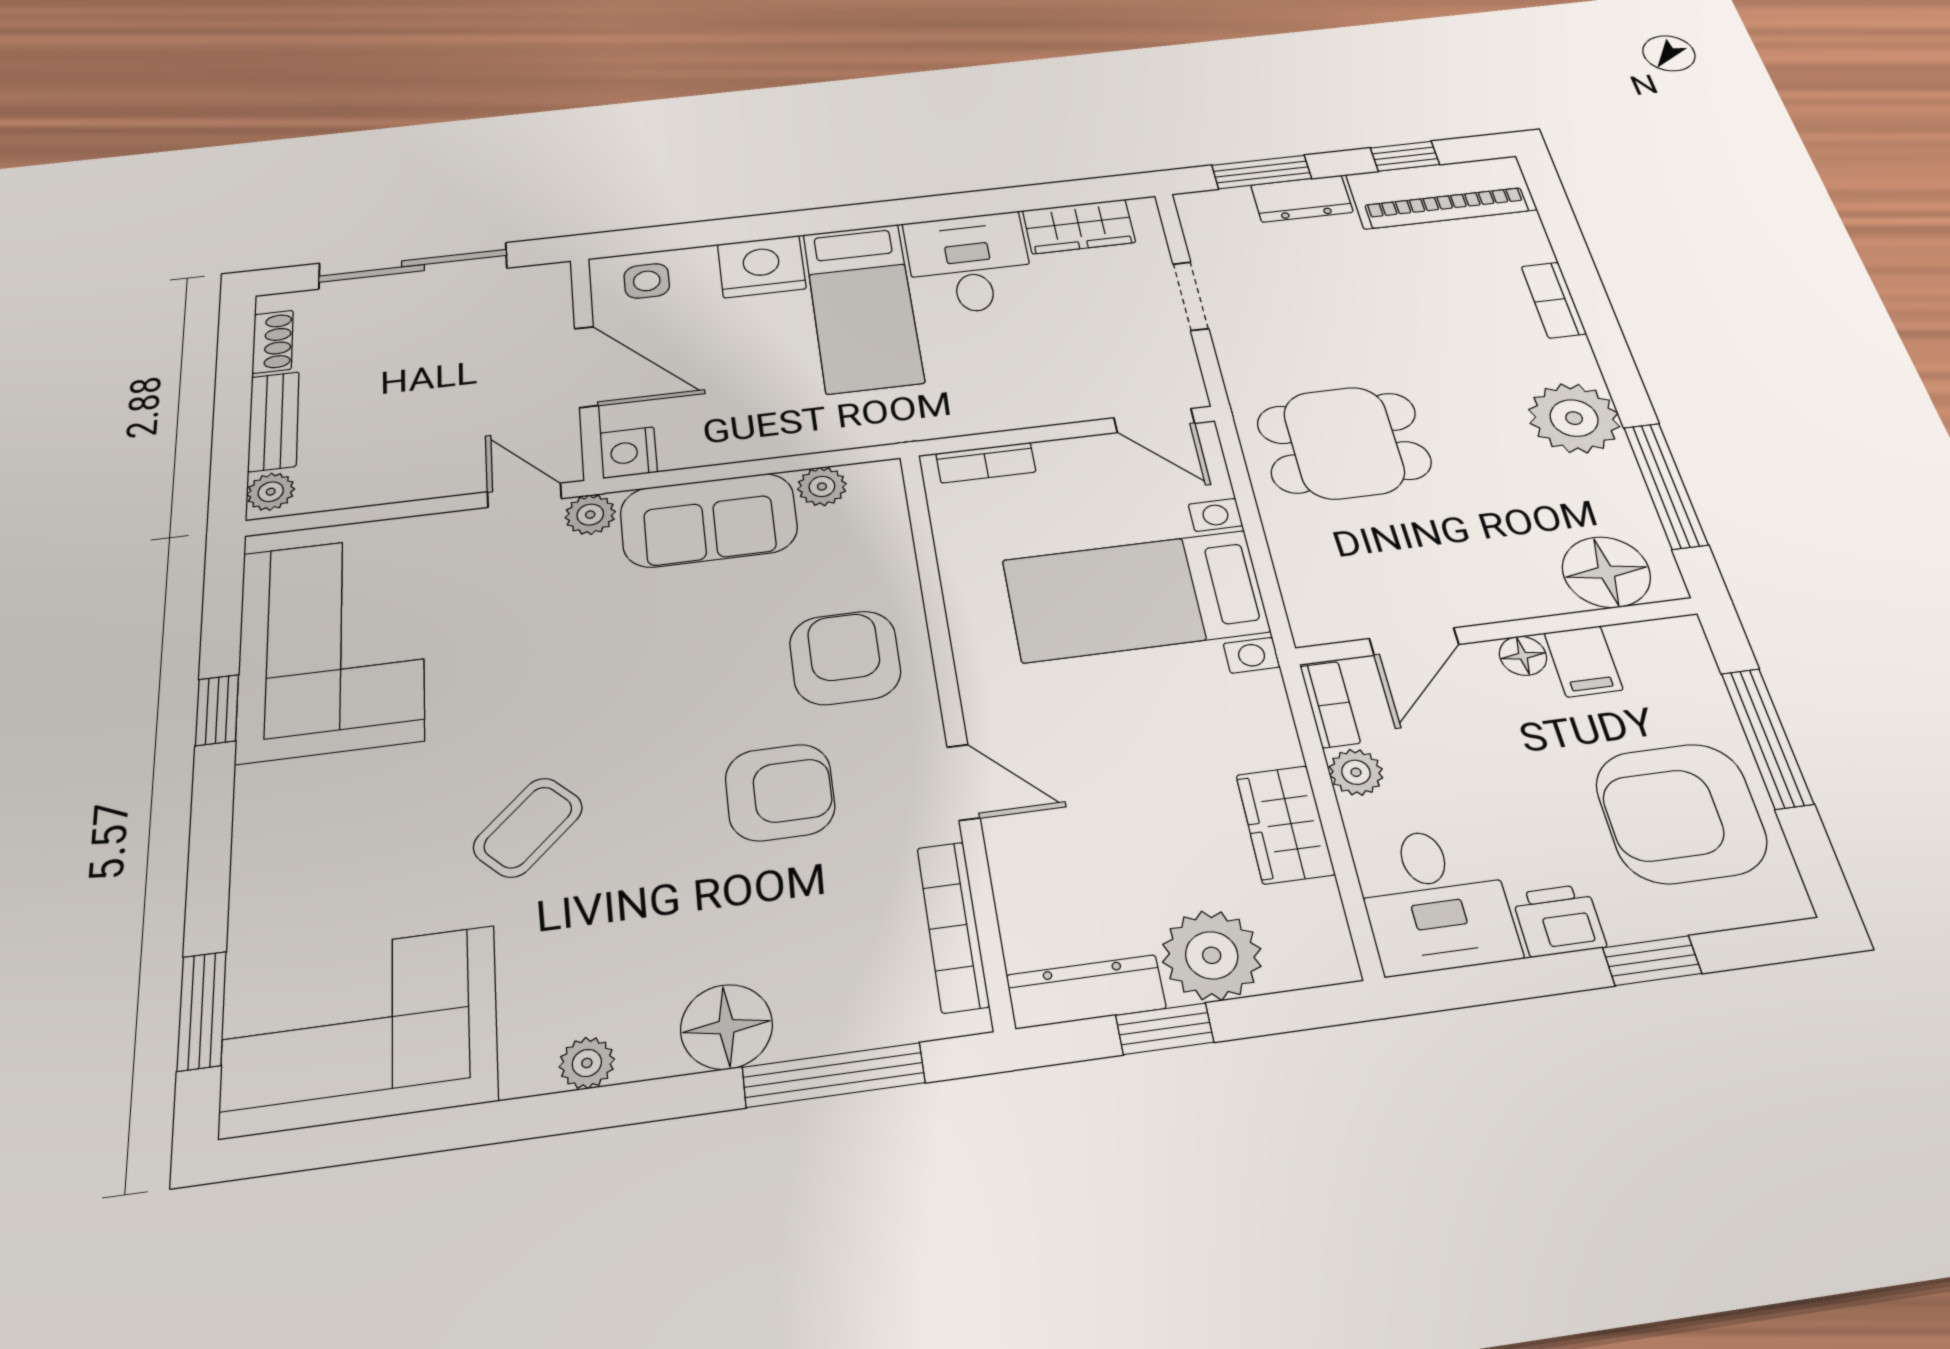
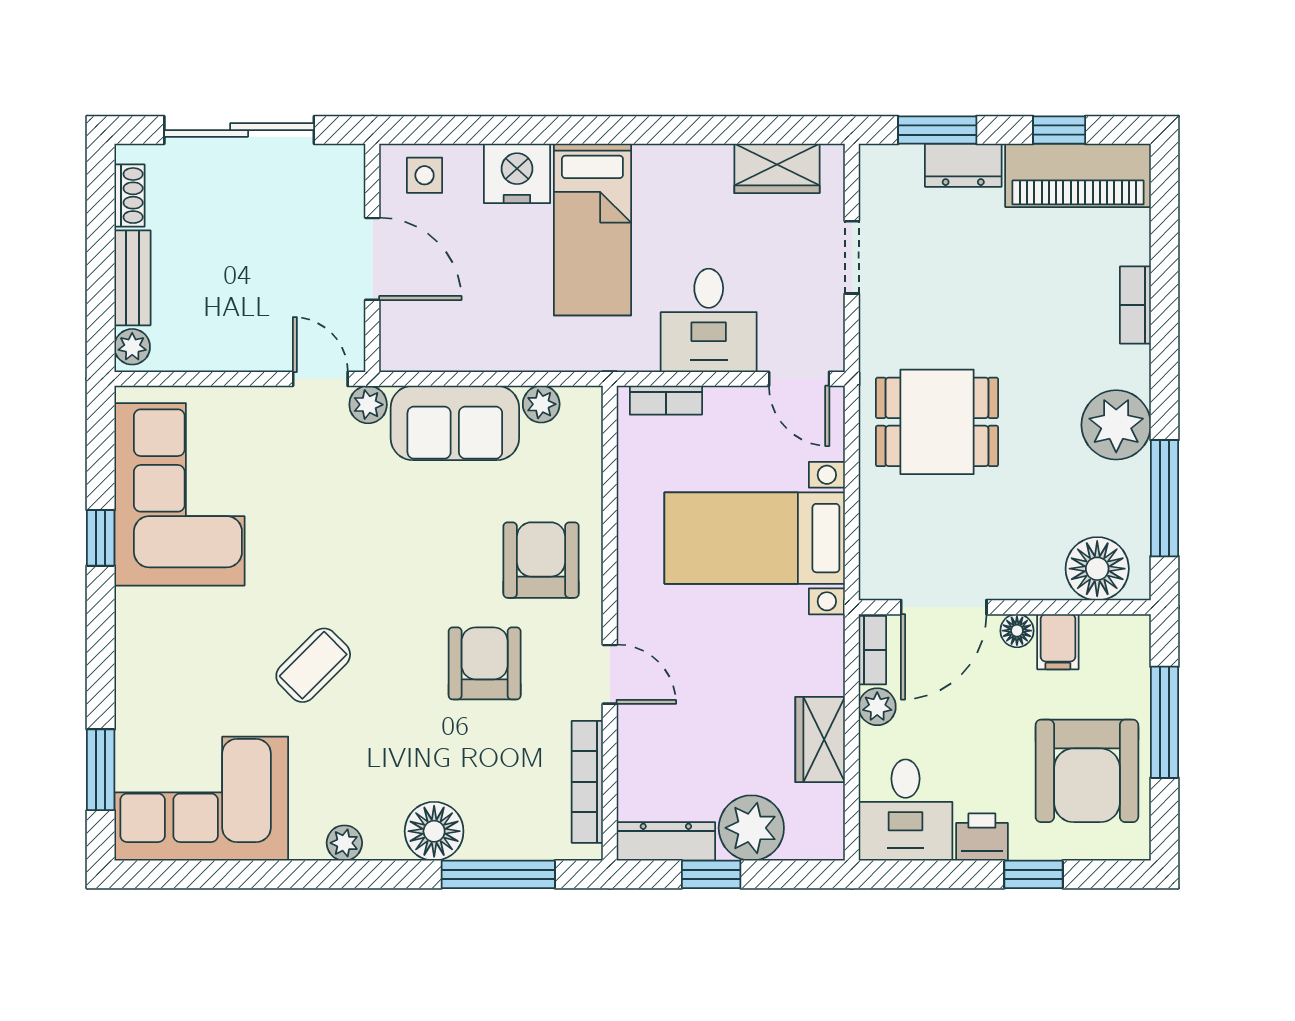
desk: (969, 263) -> (709, 320), moved, turned 180
nightstand: (629, 453) -> (400, 350), removed
door: (1414, 642) -> (944, 607), width x1.38
armchair: (780, 792) -> (485, 663), turned -90
armchair: (1681, 813) -> (1087, 771), turned -90

